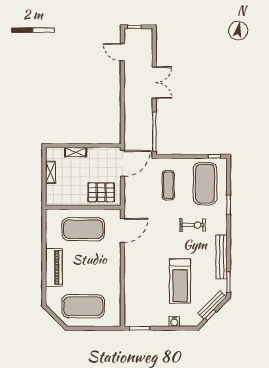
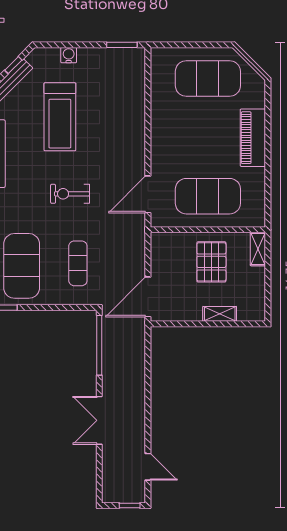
shelving: (50, 172) -> (258, 249), moved
pallet: (101, 192) -> (211, 262), moved, turned 90
exercise bike: (193, 225) -> (70, 194), moved
treadmill: (180, 281) -> (60, 117), turned 180

